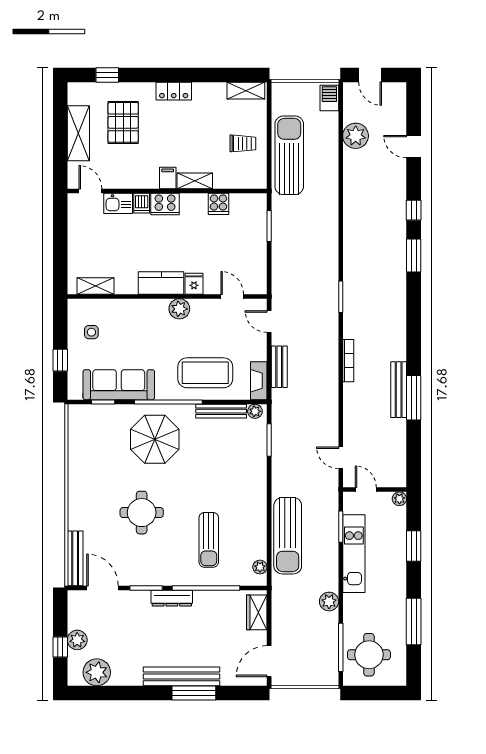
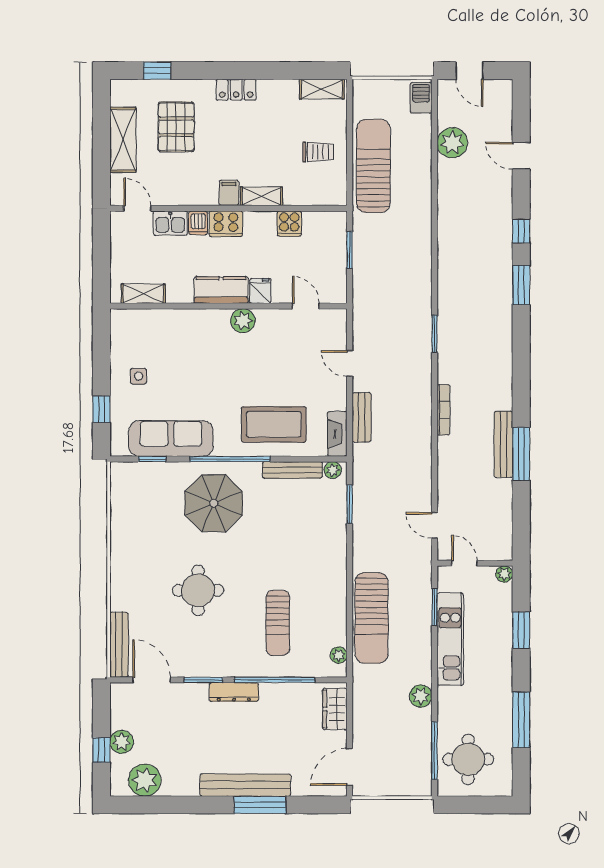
kitchen counter: (161, 283) -> (221, 290), moved
fridge: (194, 284) -> (260, 291), moved
shelving: (96, 286) -> (143, 294), moved
wall: (167, 296) -> (228, 306), moved
door: (232, 296) -> (306, 306), moved
plant: (179, 309) -> (243, 321), moved

